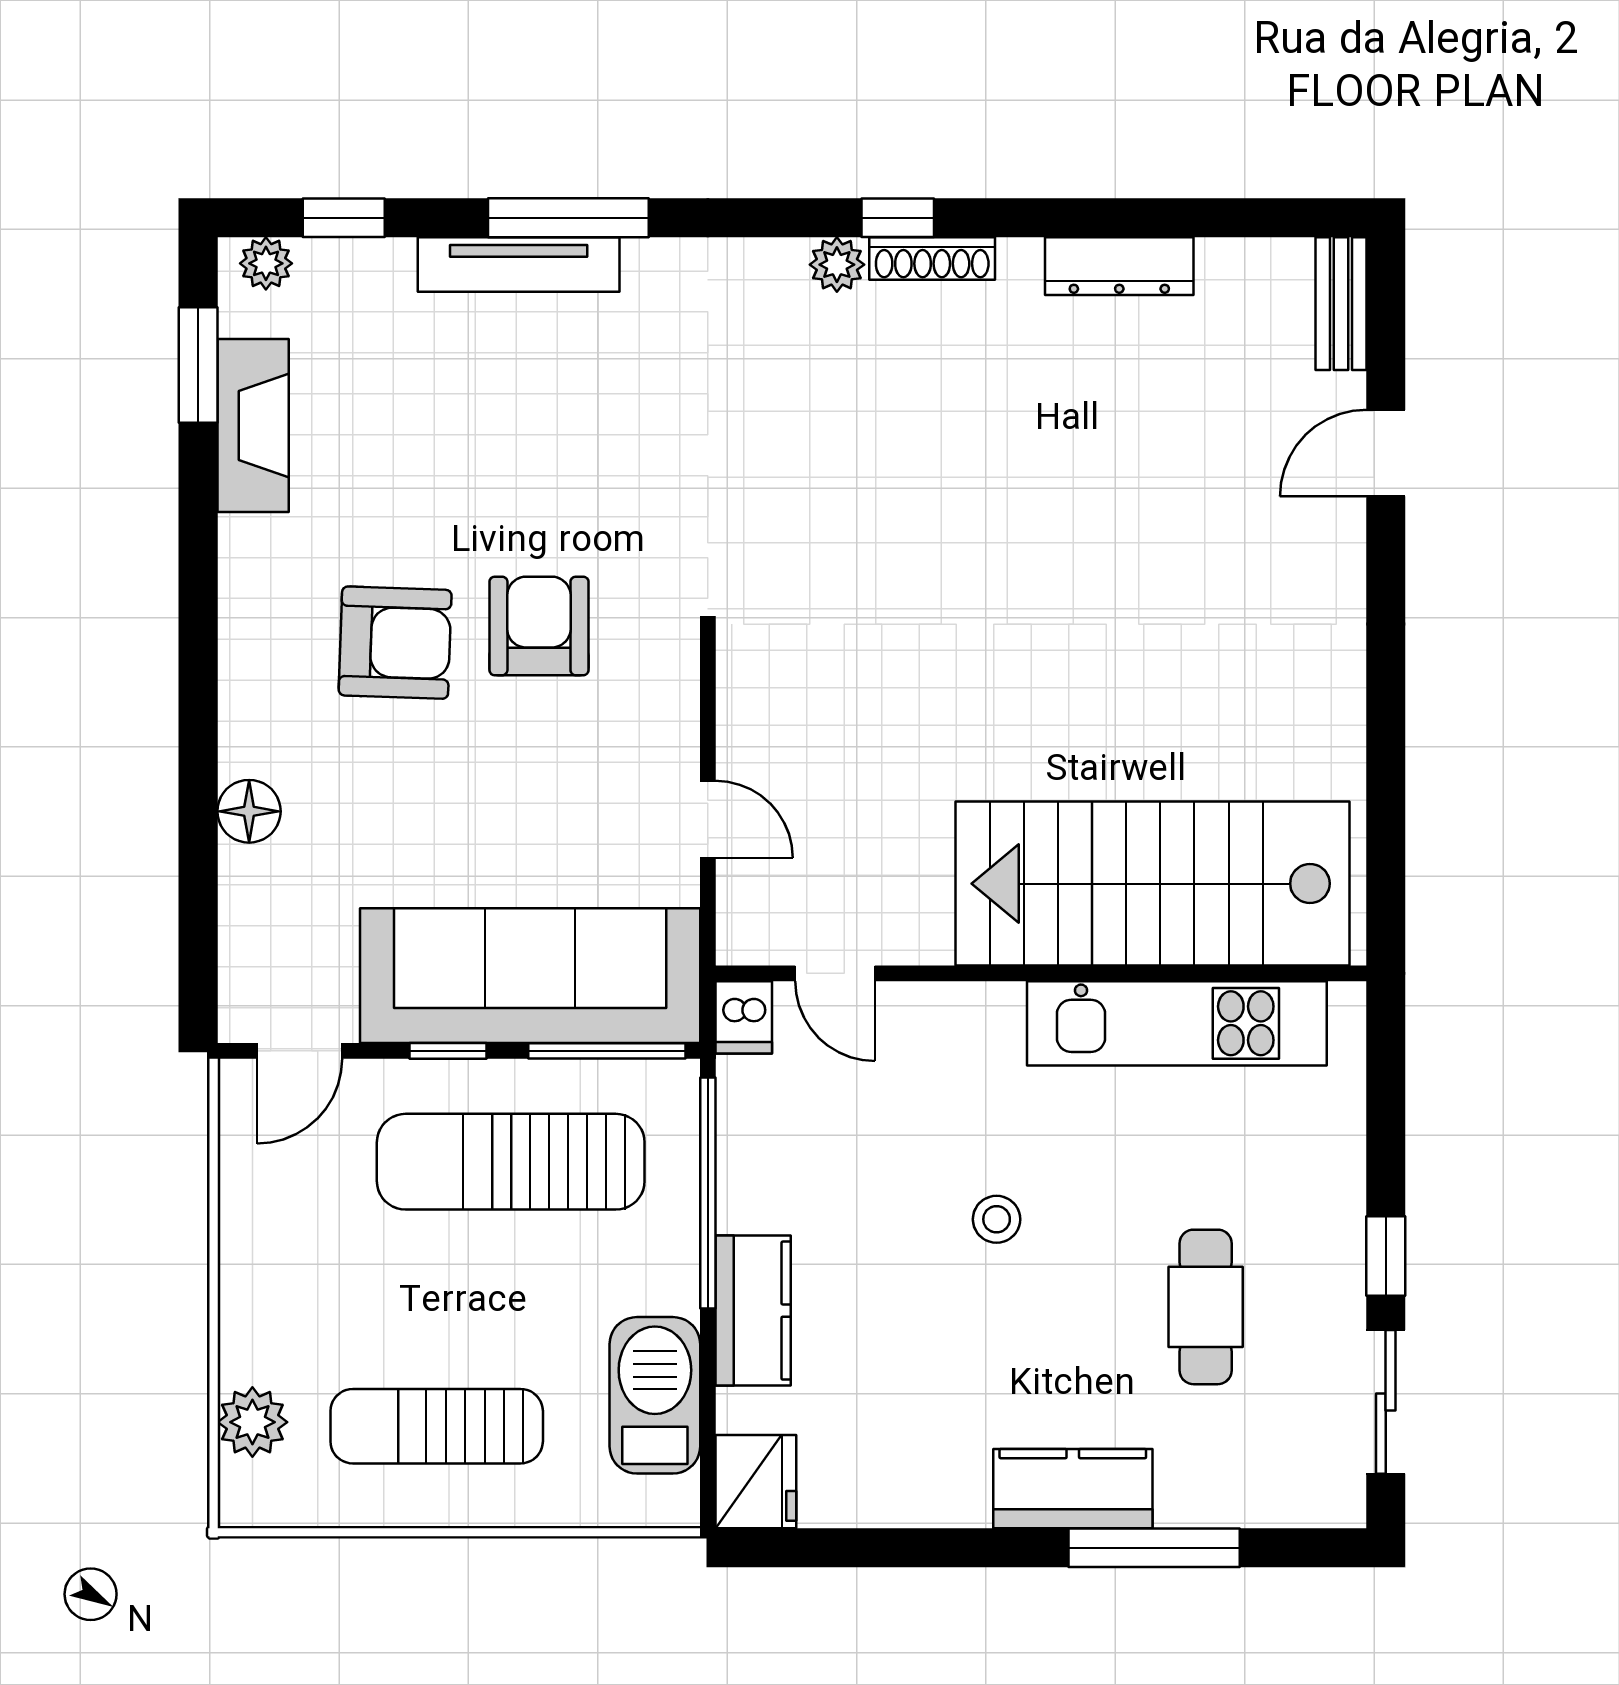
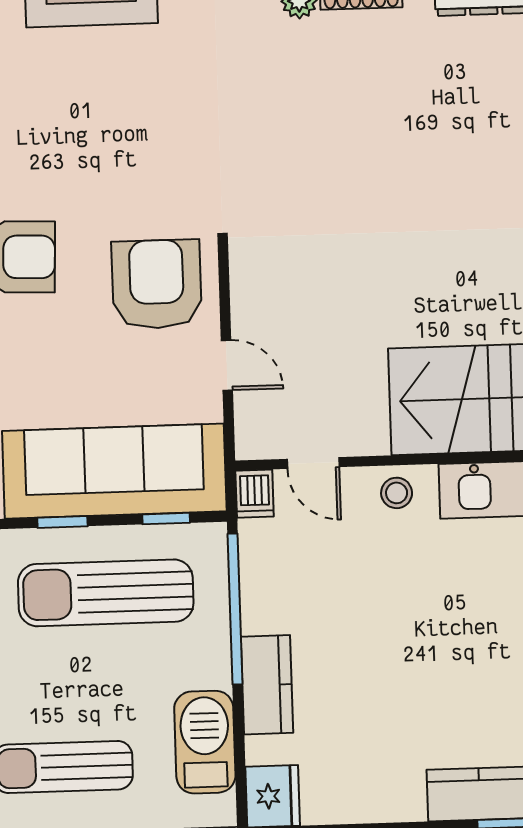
armchair: (539, 626) -> (157, 284), moved, width x1.36, depth x1.36
window: (607, 1051) -> (166, 519), width x0.46
stool: (997, 1219) -> (397, 493), moved

